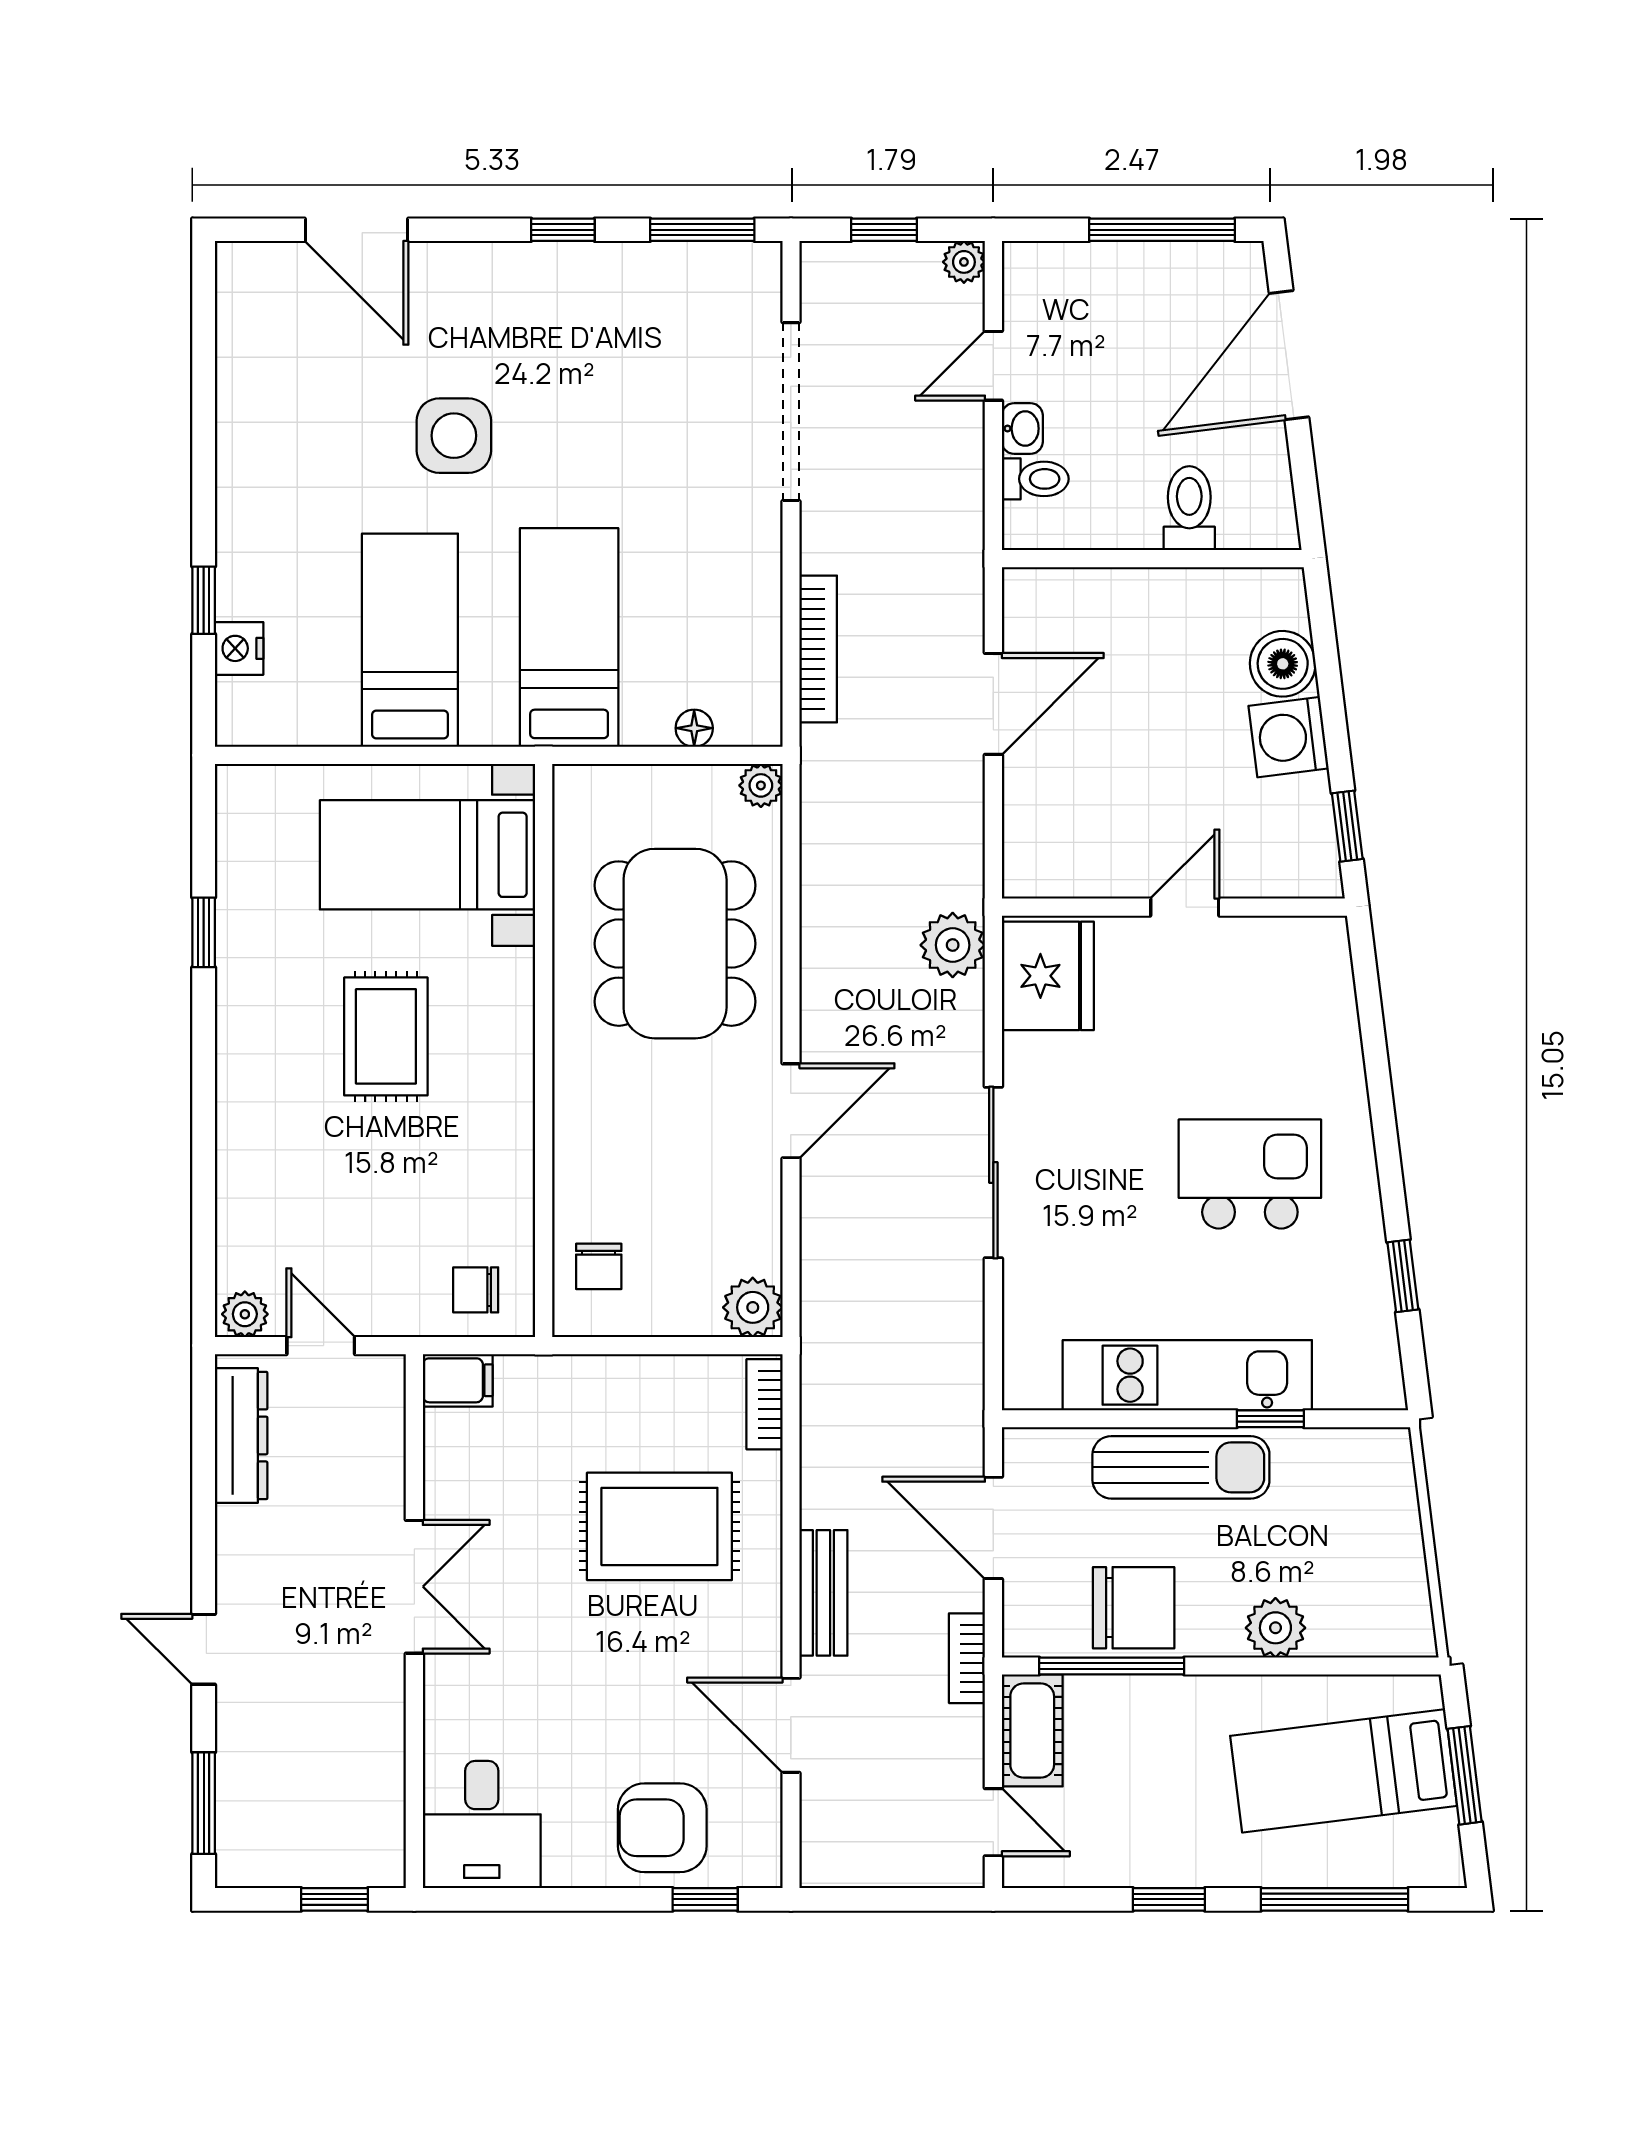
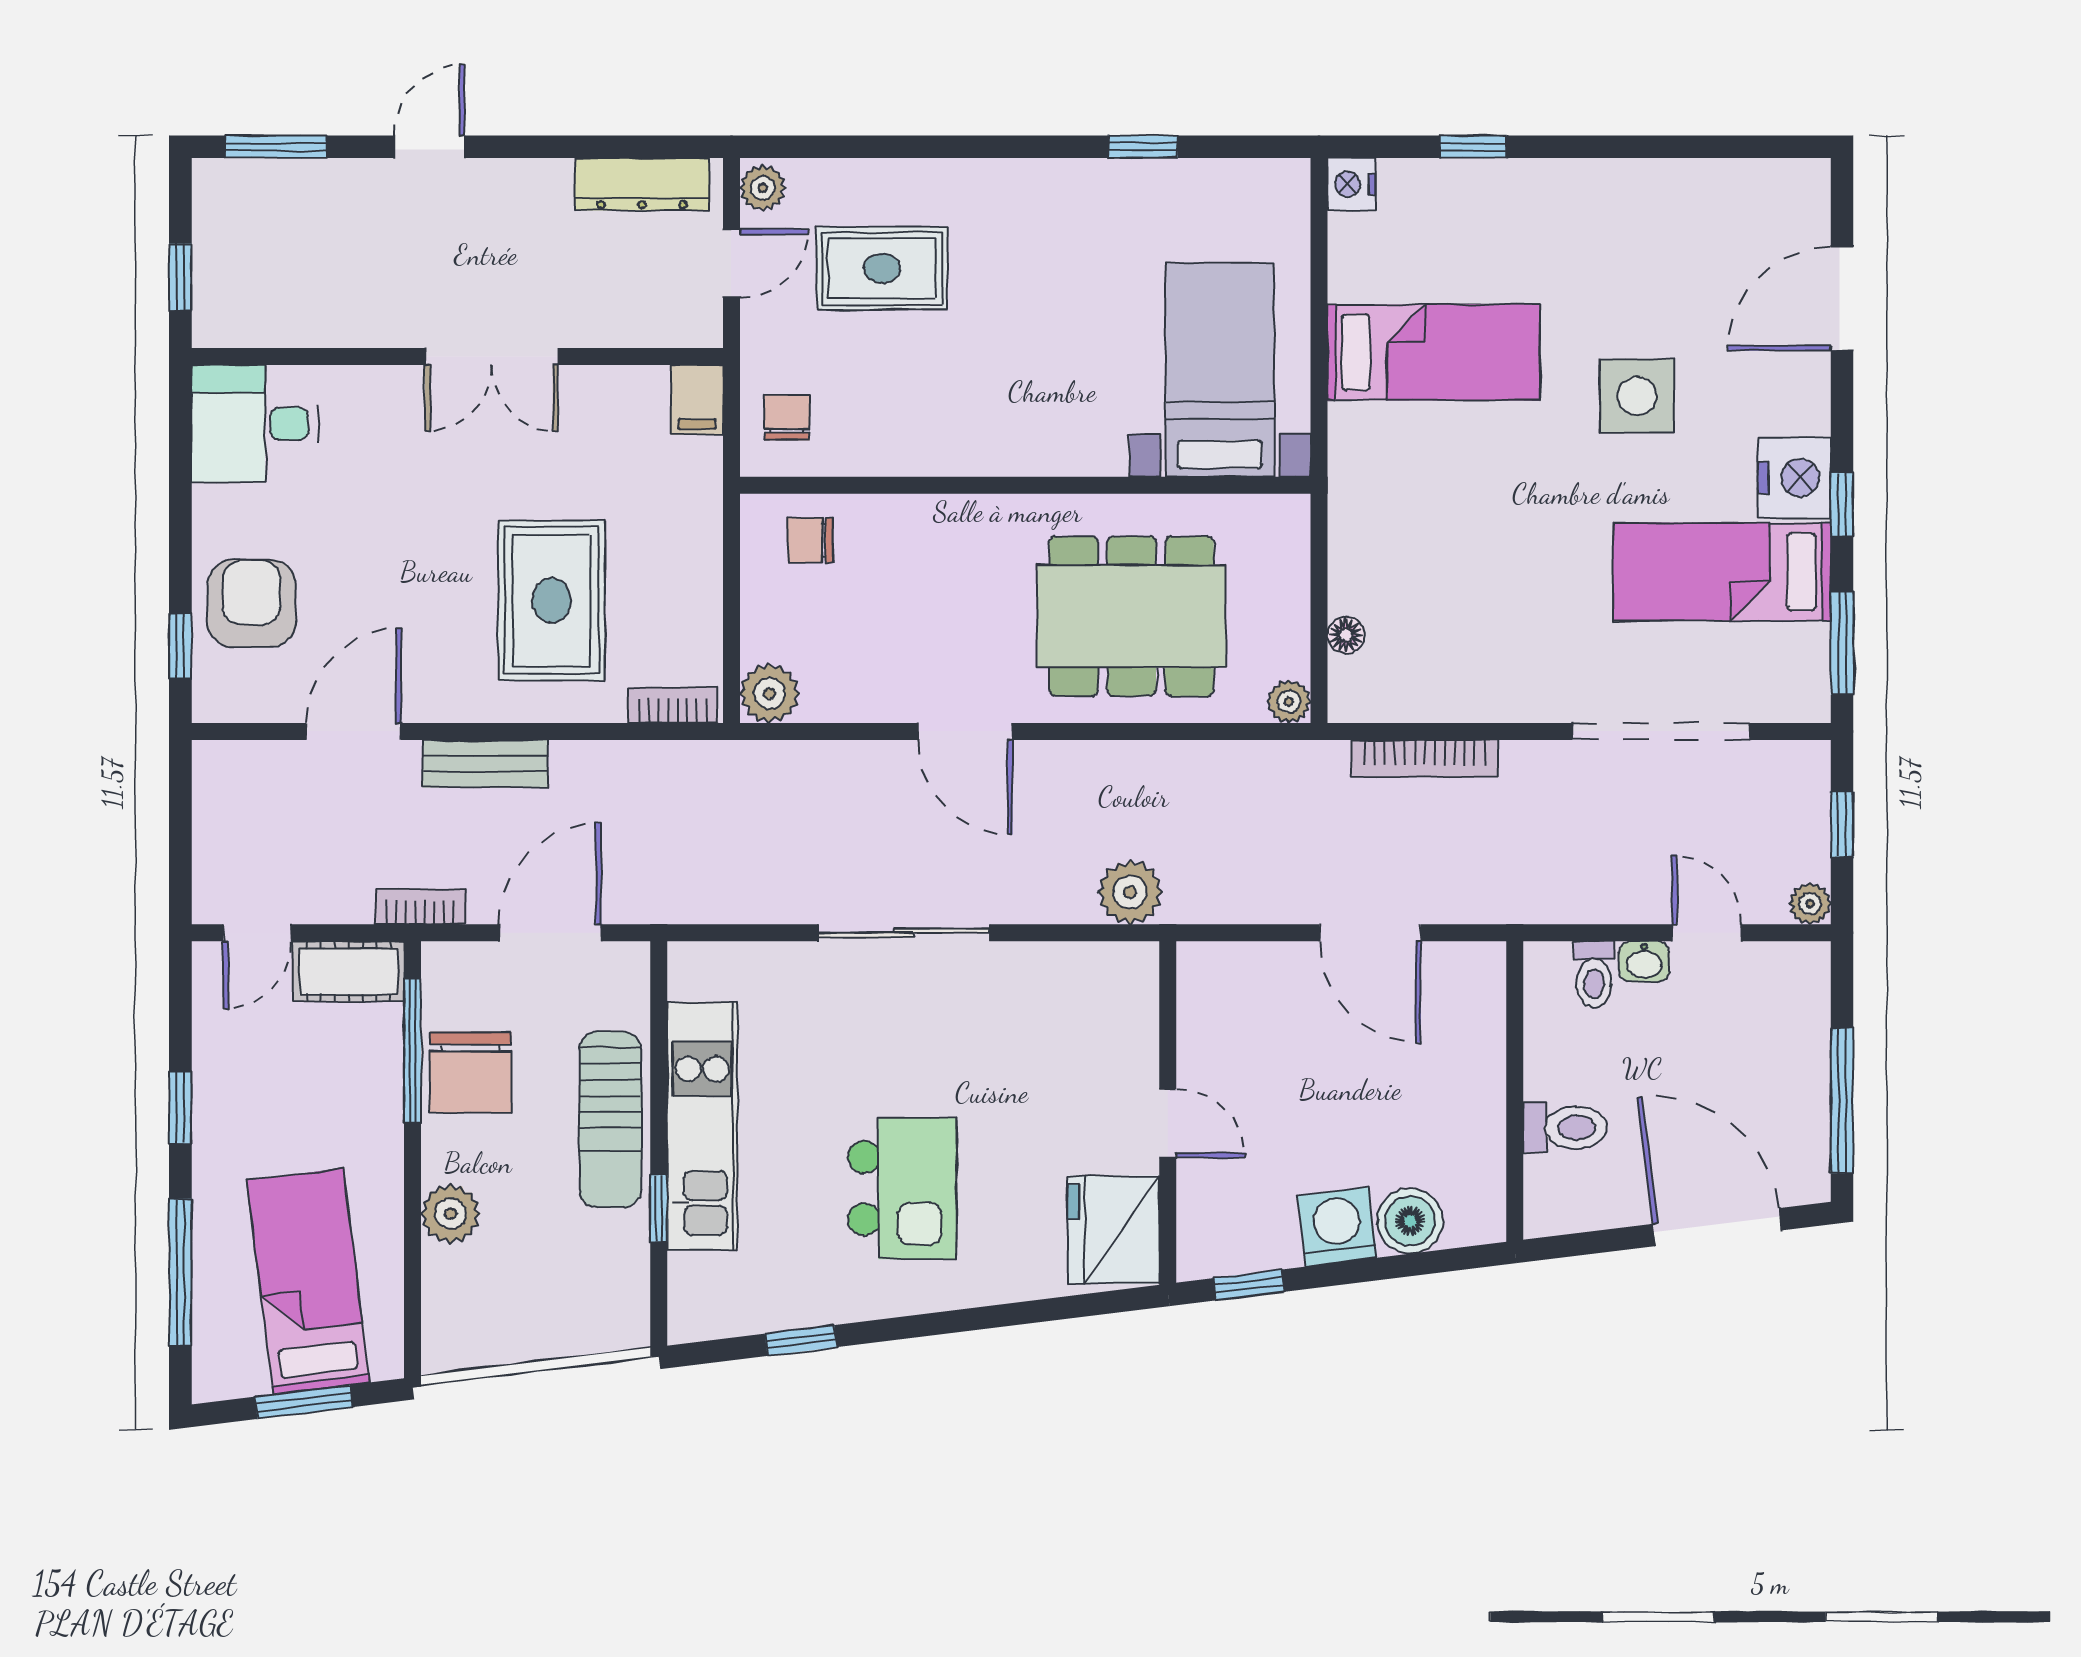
nightstand: (536, 278) -> (1794, 478), added
bed: (569, 638) -> (1722, 572), moved, turned 180
nightstand: (239, 648) -> (1351, 184), moved, turned -90
fridge: (1048, 976) -> (1114, 1230), moved, turned 90
rug: (386, 1036) -> (882, 268), moved

